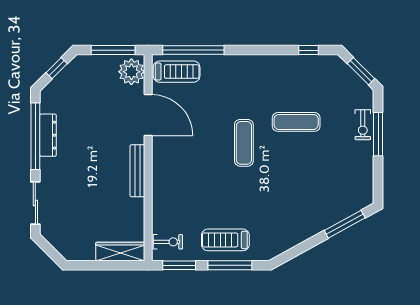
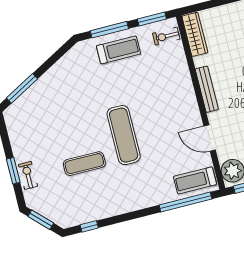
door: (148, 115) -> (210, 138), width x0.73
window: (378, 134) -> (13, 171), width x0.69
exercise mat: (244, 143) -> (124, 135), width x1.36, depth x1.45
wardrobe: (120, 252) -> (195, 34), moved, turned -90

